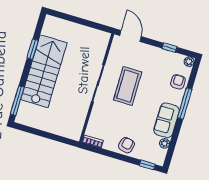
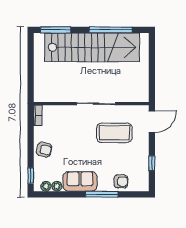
window: (33, 49) -> (110, 30), width x2.11
plant: (189, 62) -> (46, 186), moved
stairs: (44, 71) -> (92, 47), width x1.36
coffee table: (128, 86) -> (114, 133), moved

